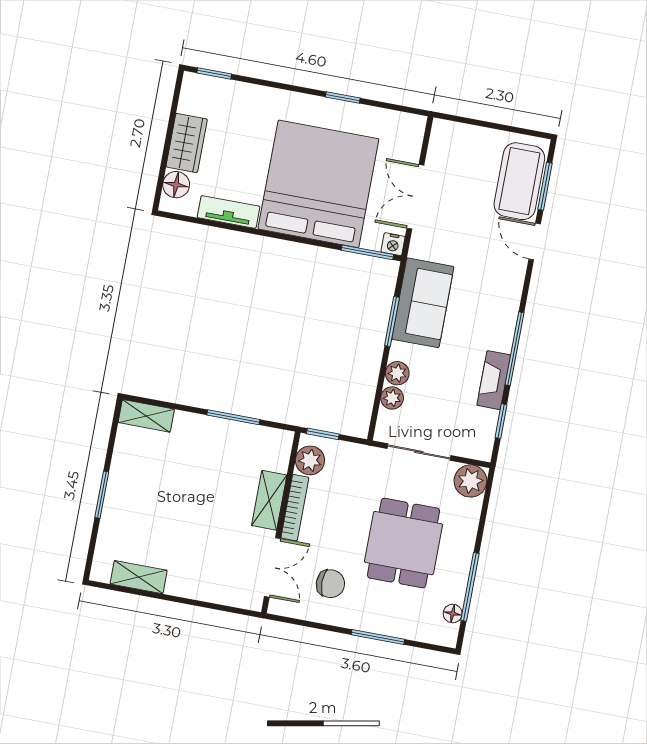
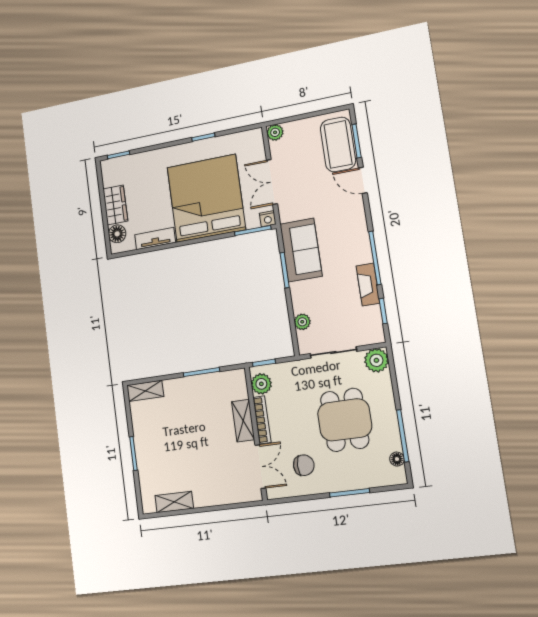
plant: (397, 373) -> (275, 132), moved

